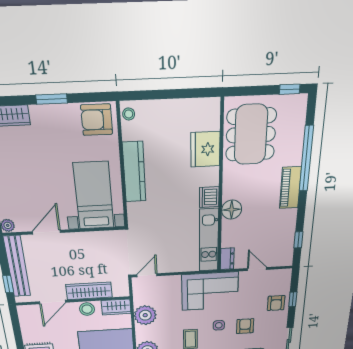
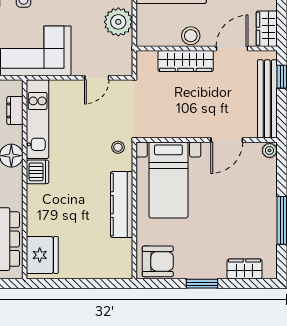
stool: (129, 114) -> (118, 147), moved
fridge: (205, 149) -> (42, 255), moved
dresser: (227, 259) -> (15, 110), moved
door: (147, 275) -> (97, 78), moved
wardrobe: (116, 307) -> (267, 29), moved, turned -90

